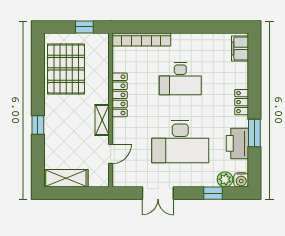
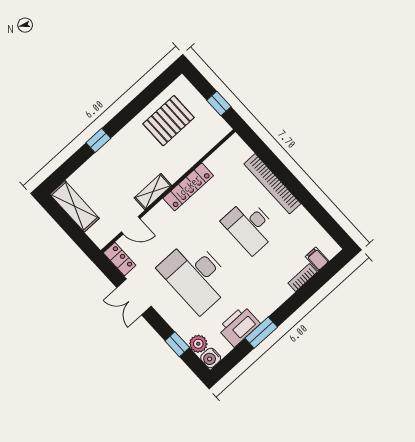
bookcase: (141, 40) -> (272, 184), moved
filing cabinet: (240, 48) -> (317, 259), width x0.50
pallet: (66, 69) -> (169, 121), width x0.73, depth x0.71
bookcase: (243, 75) -> (303, 278), added
locker: (242, 102) -> (120, 259), moved, turned 90

